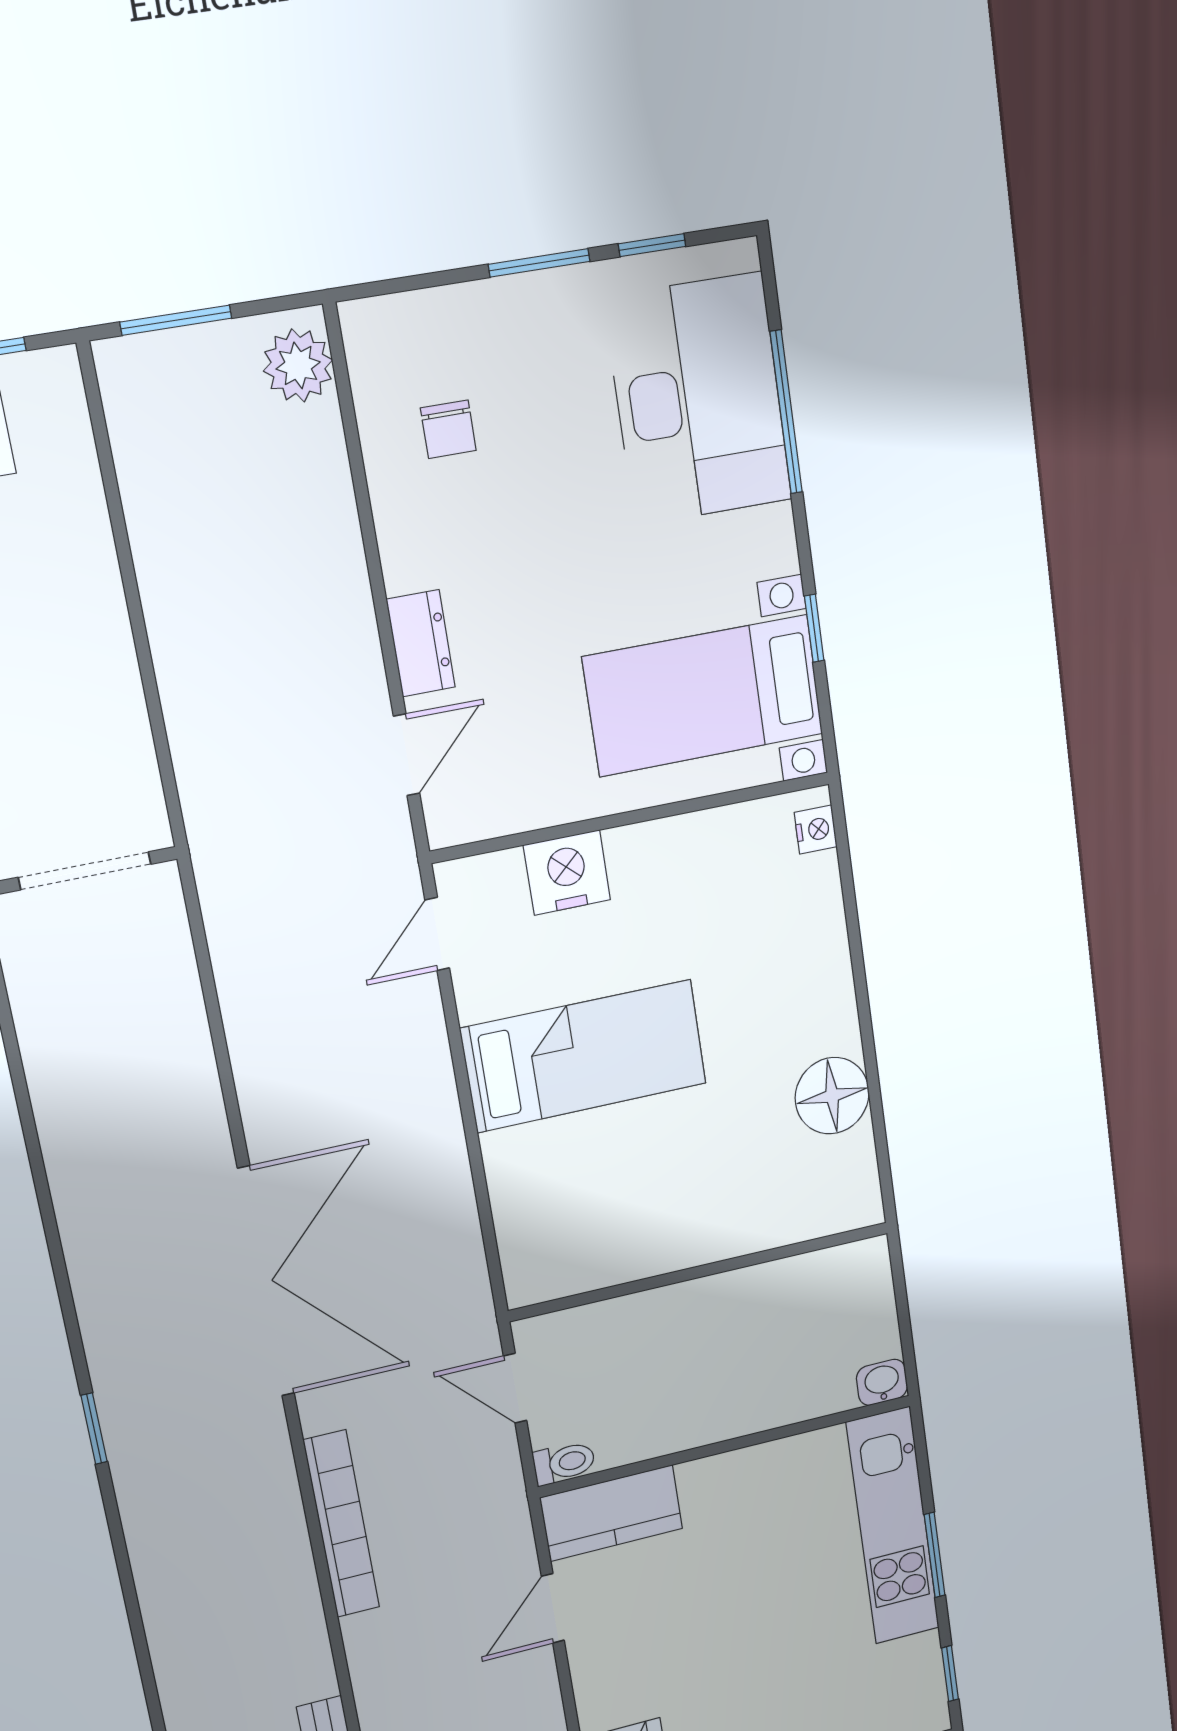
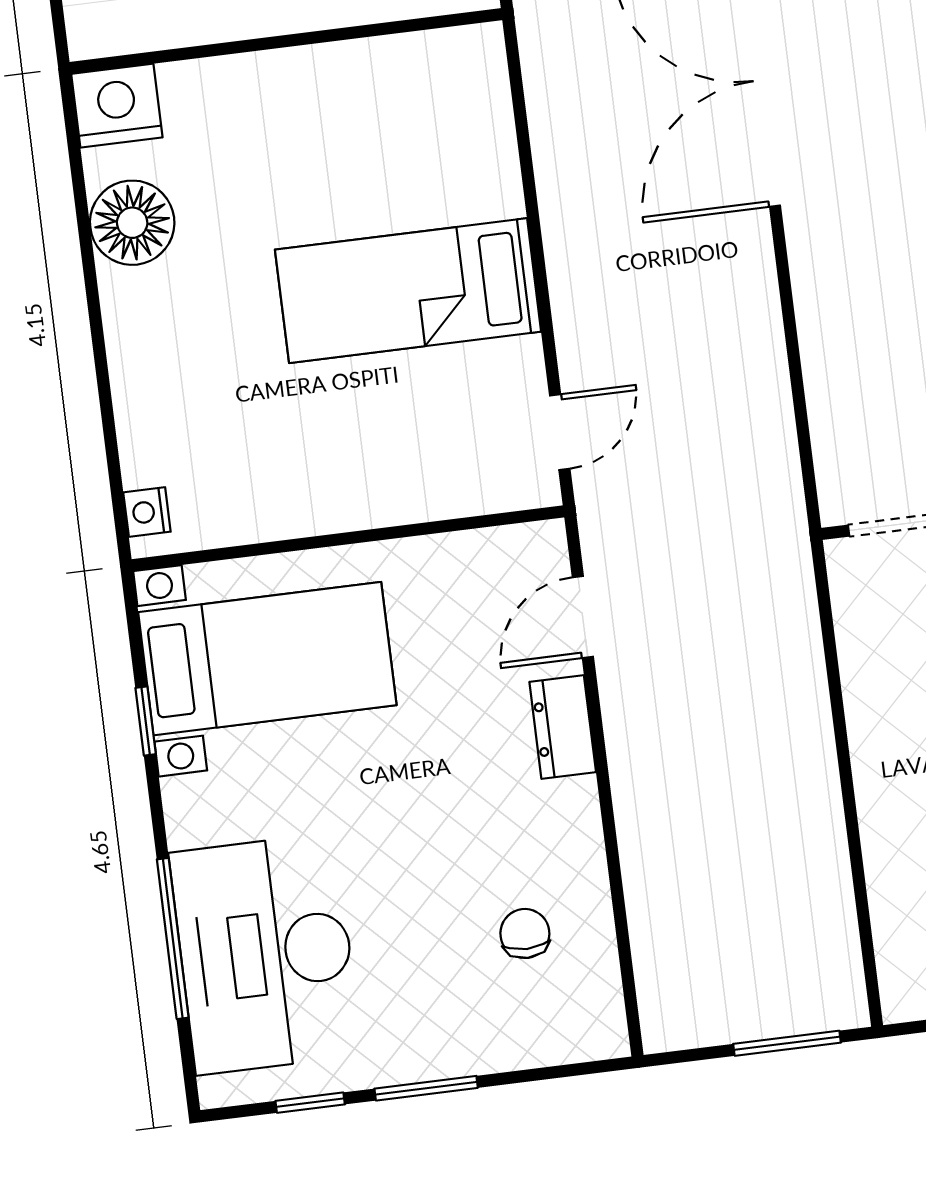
plant: (298, 365) -> (671, 998), removed
nightstand: (567, 873) -> (117, 106), moved, turned 180

